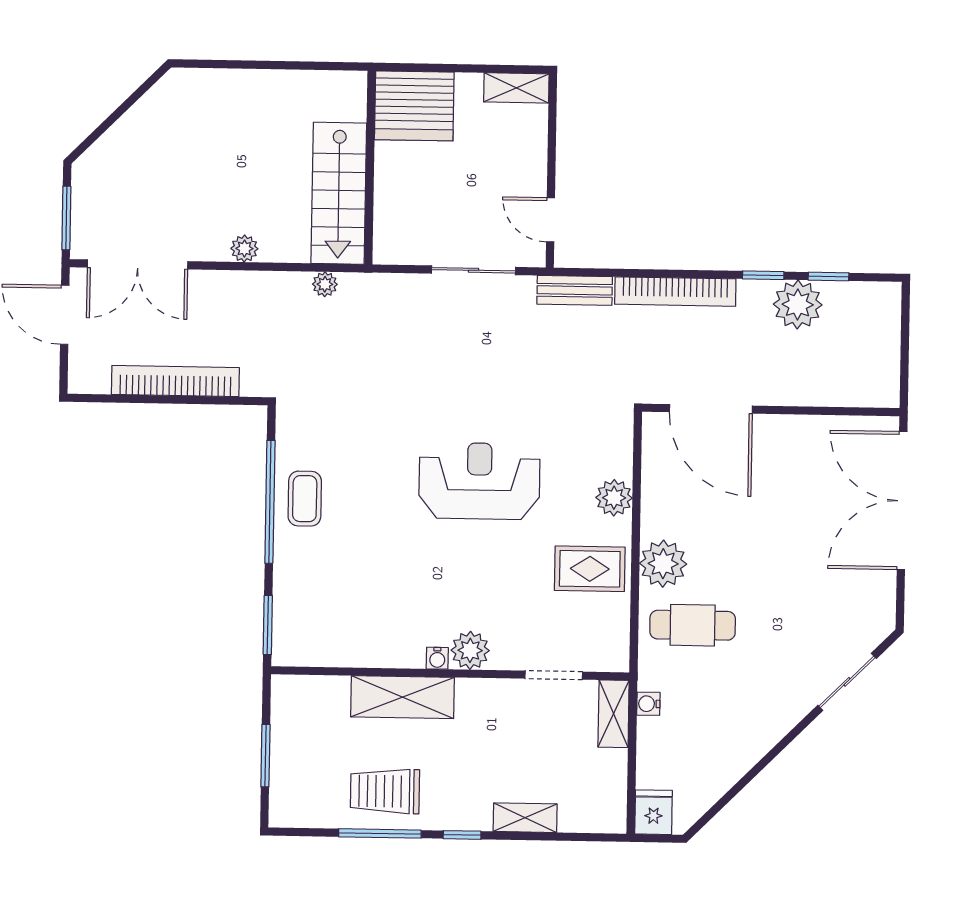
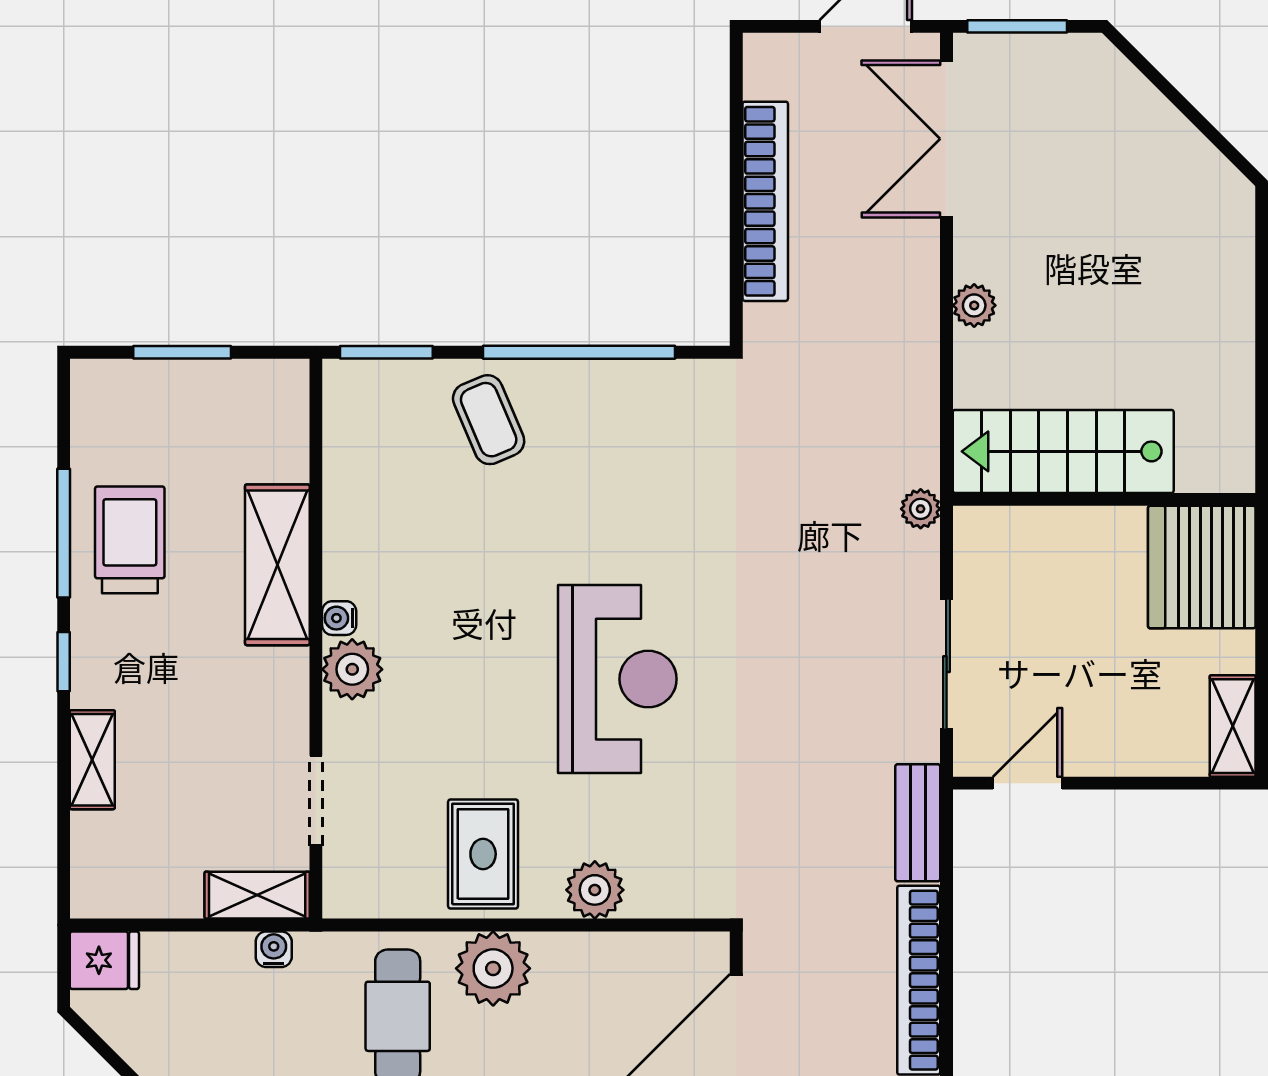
plant: (325, 284) -> (921, 509), moved
coffee table: (305, 499) -> (489, 420), moved, turned 67

